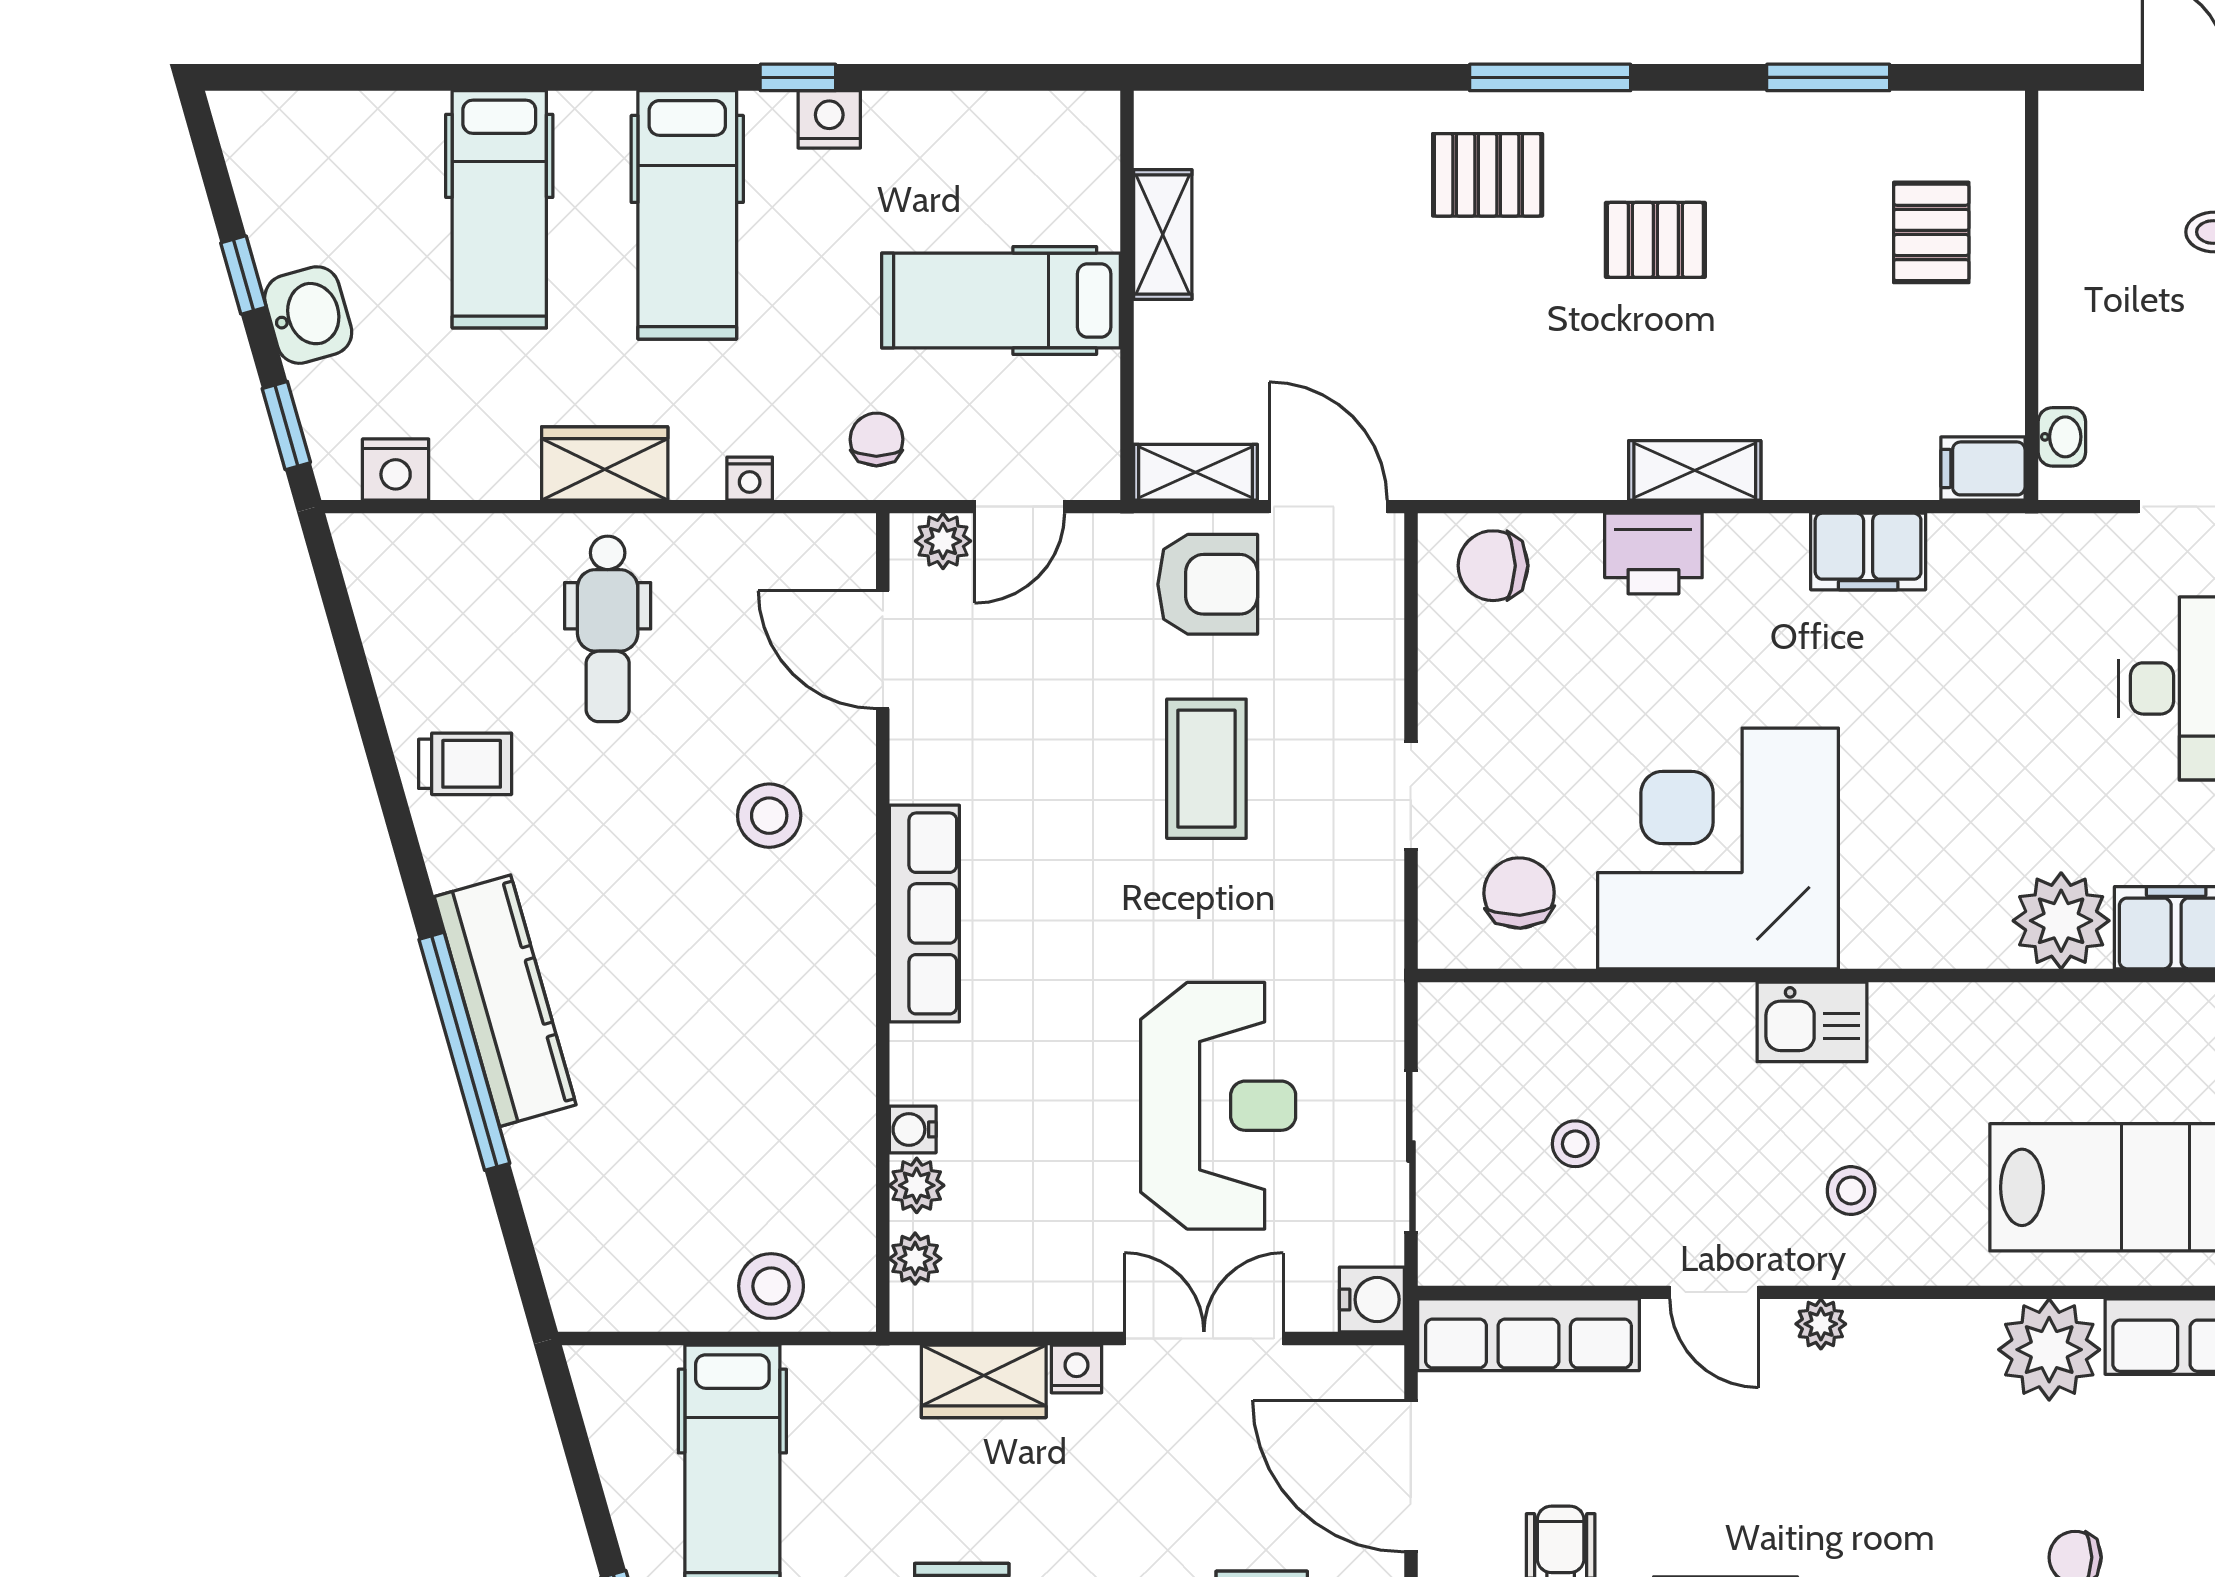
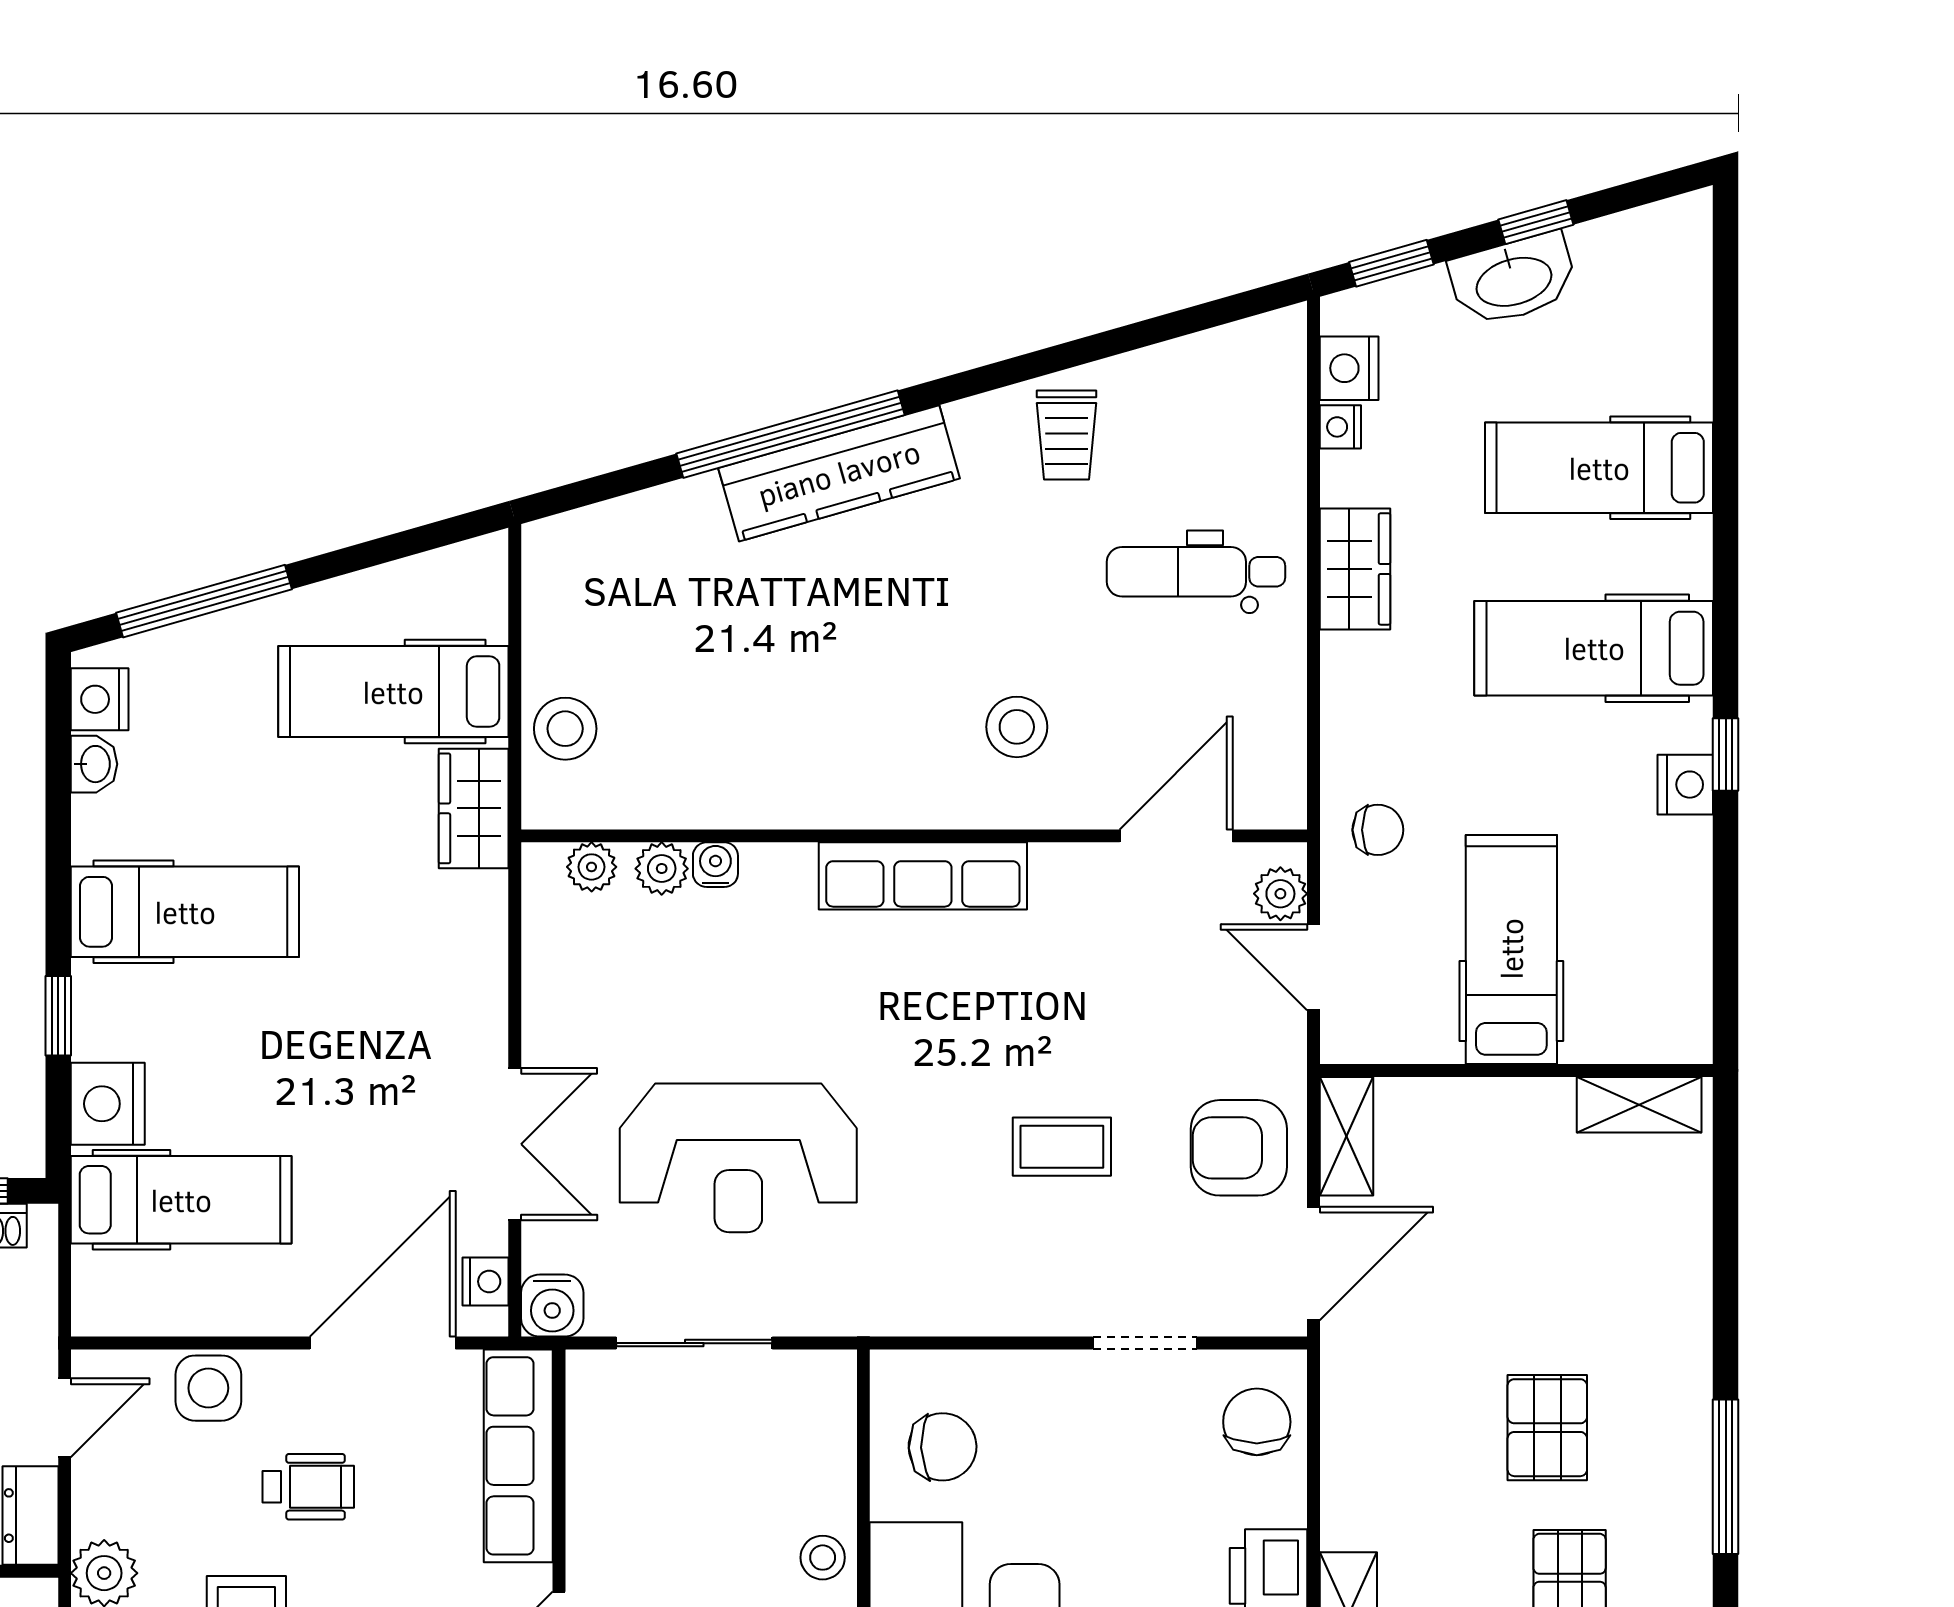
pallet: (1488, 175) -> (1547, 1428), moved
shelving: (1163, 234) -> (1639, 1105), moved
washbasin: (308, 315) -> (1513, 280), width x1.38
nightstand: (750, 479) -> (1340, 427), moved
armchair: (1208, 584) -> (1239, 1148), turned 90
coffee table: (1206, 769) -> (1062, 1147), width x0.73, depth x0.77
doorway: (1411, 796) -> (1145, 1343), moved
stool: (1575, 1144) -> (823, 1558), moved
nightstand: (1077, 1369) -> (486, 1282), moved
wardrobe: (984, 1381) -> (474, 808), moved

